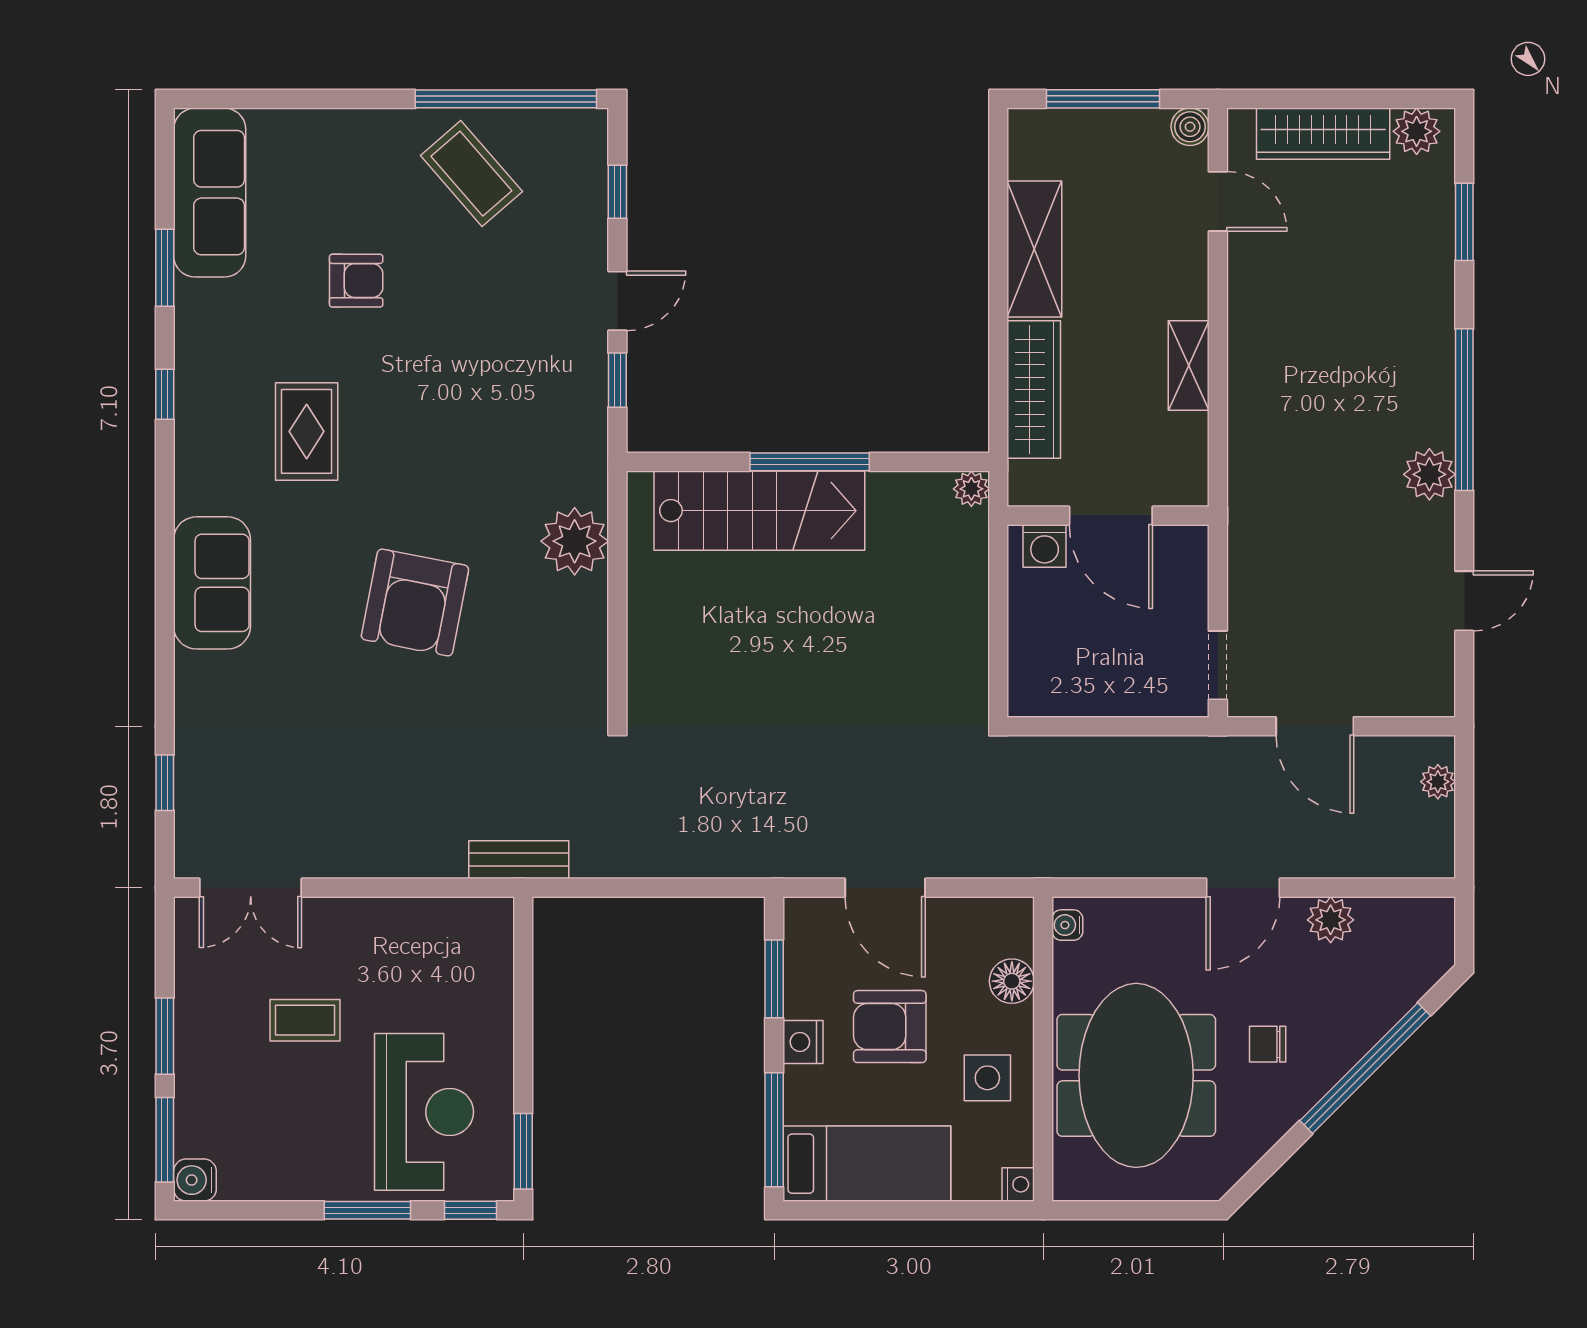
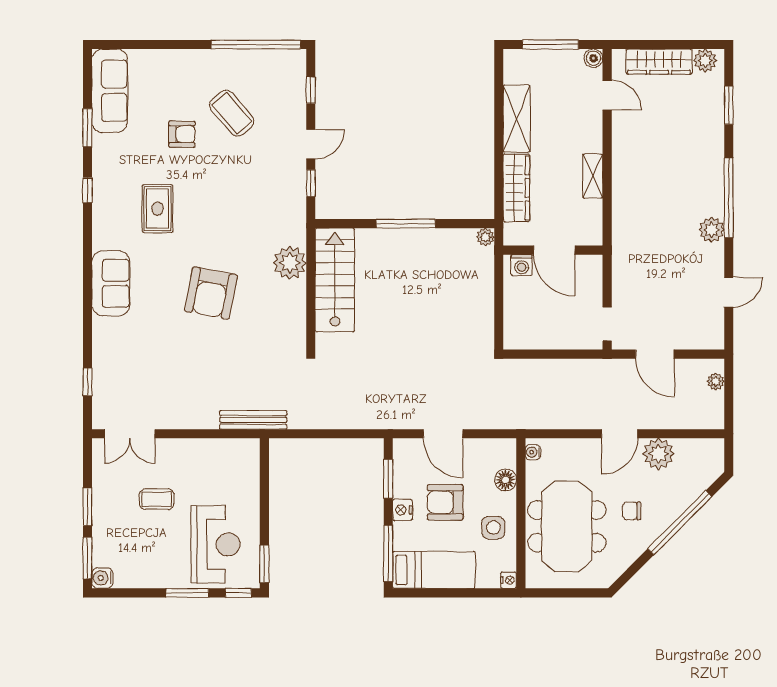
coffee table: (471, 174) -> (232, 113), moved
stairs: (759, 511) -> (335, 280), moved, turned -90
bench: (519, 860) -> (253, 420), width x1.36
plant: (1331, 920) -> (659, 454), width x1.36, depth x1.36

